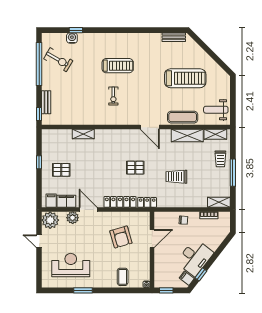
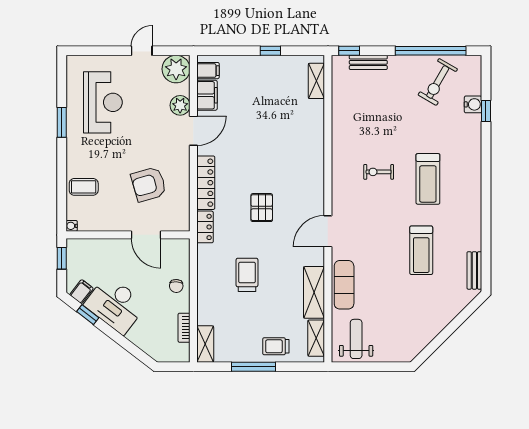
treadmill: (185, 78) -> (421, 250), moved, width x0.73, depth x0.73
shelving: (83, 134) -> (316, 81), moved
pallet: (61, 170) -> (258, 87), removed

